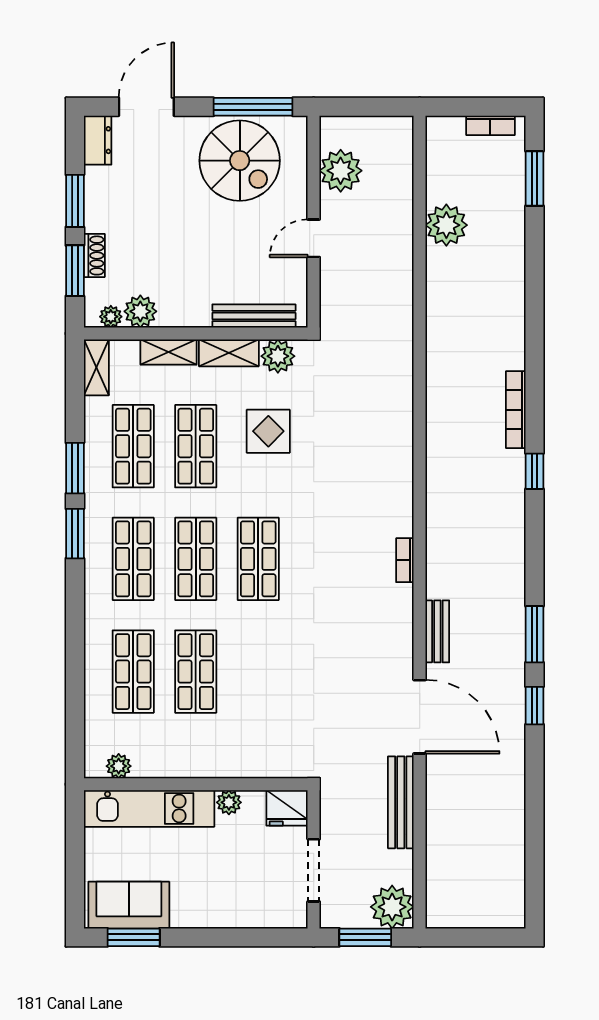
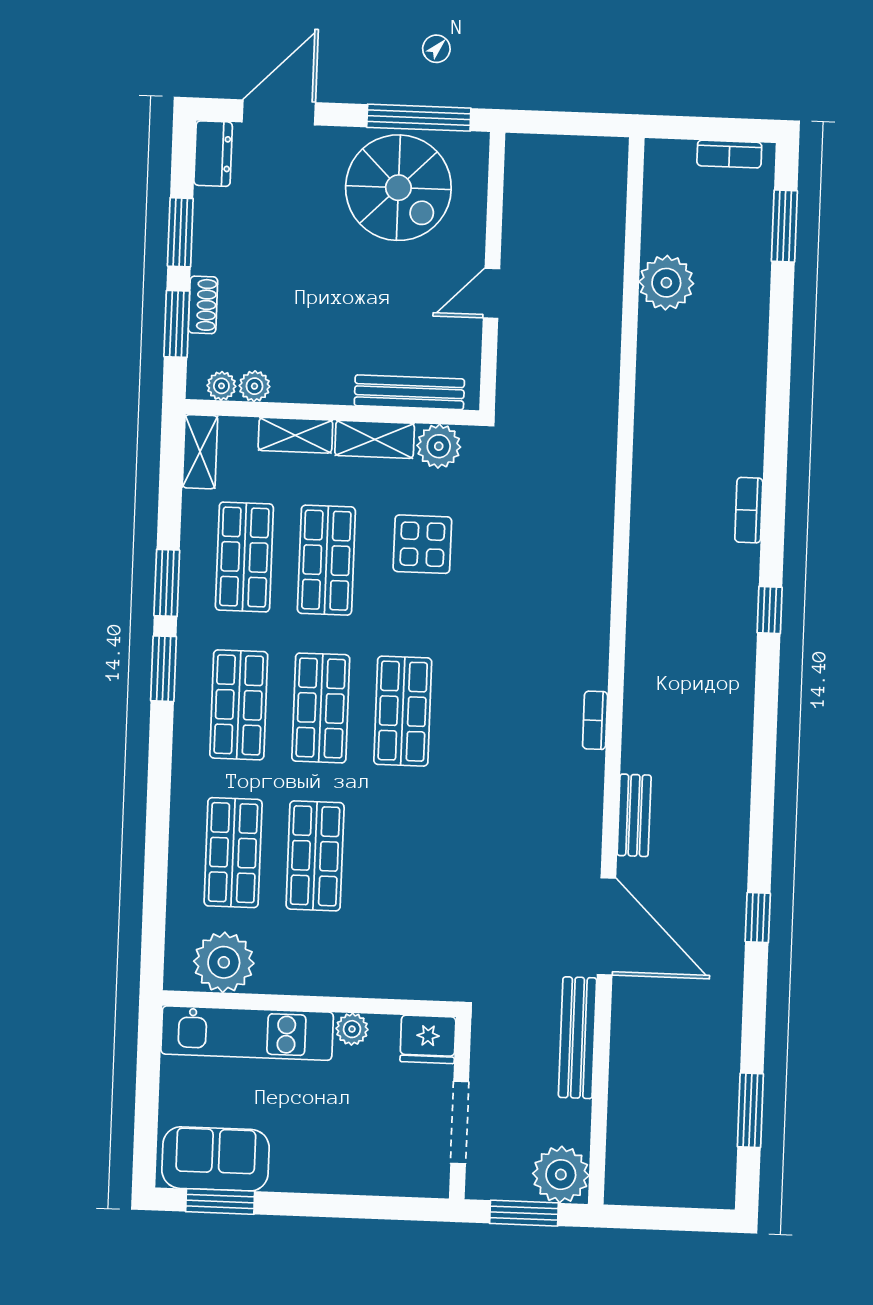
plant: (341, 171) -> (530, 206), removed
plant: (140, 311) -> (255, 386), width x0.73, depth x0.73
bookcase: (516, 410) -> (749, 510), width x0.64
window: (534, 634) -> (750, 1110), moved
plant: (119, 766) -> (224, 962), width x1.88, depth x1.88

